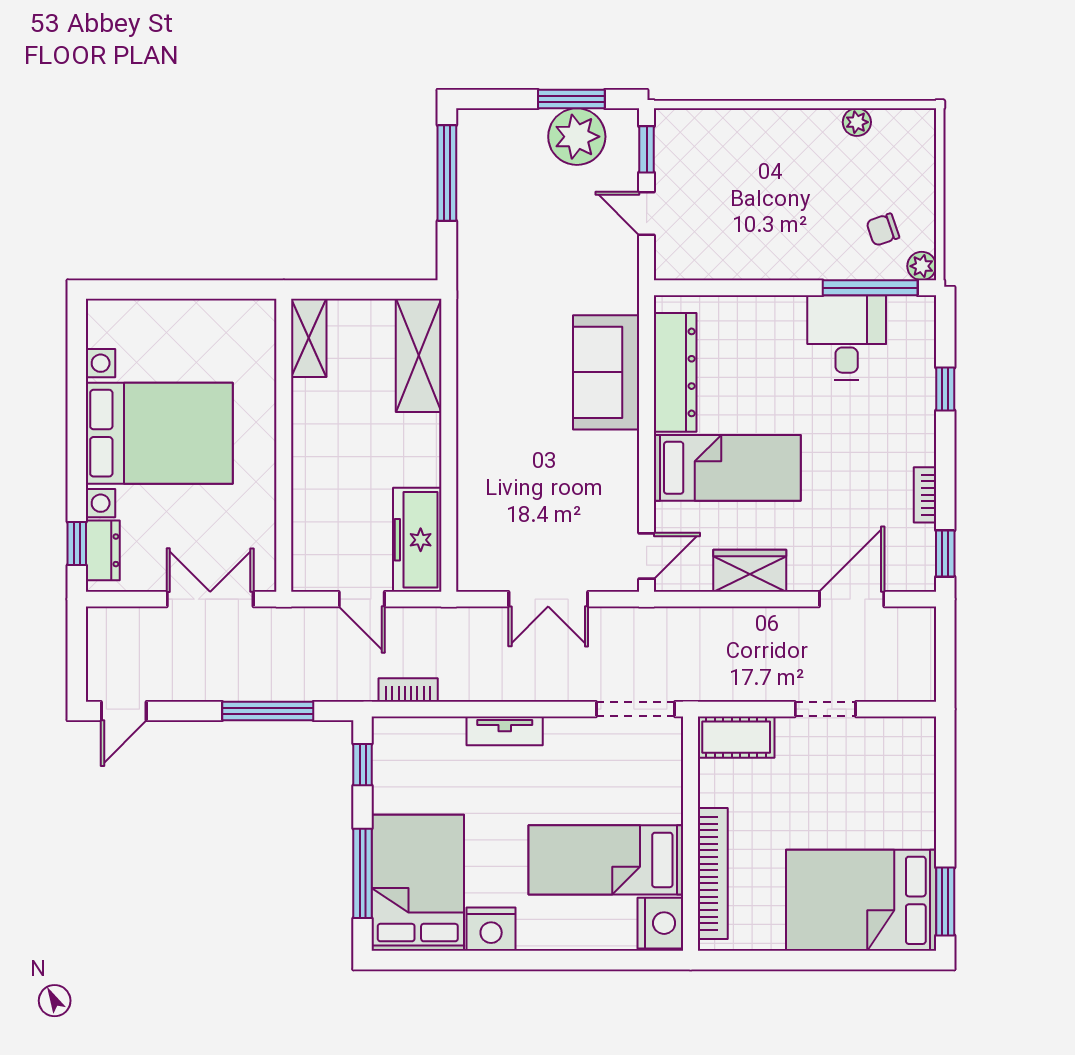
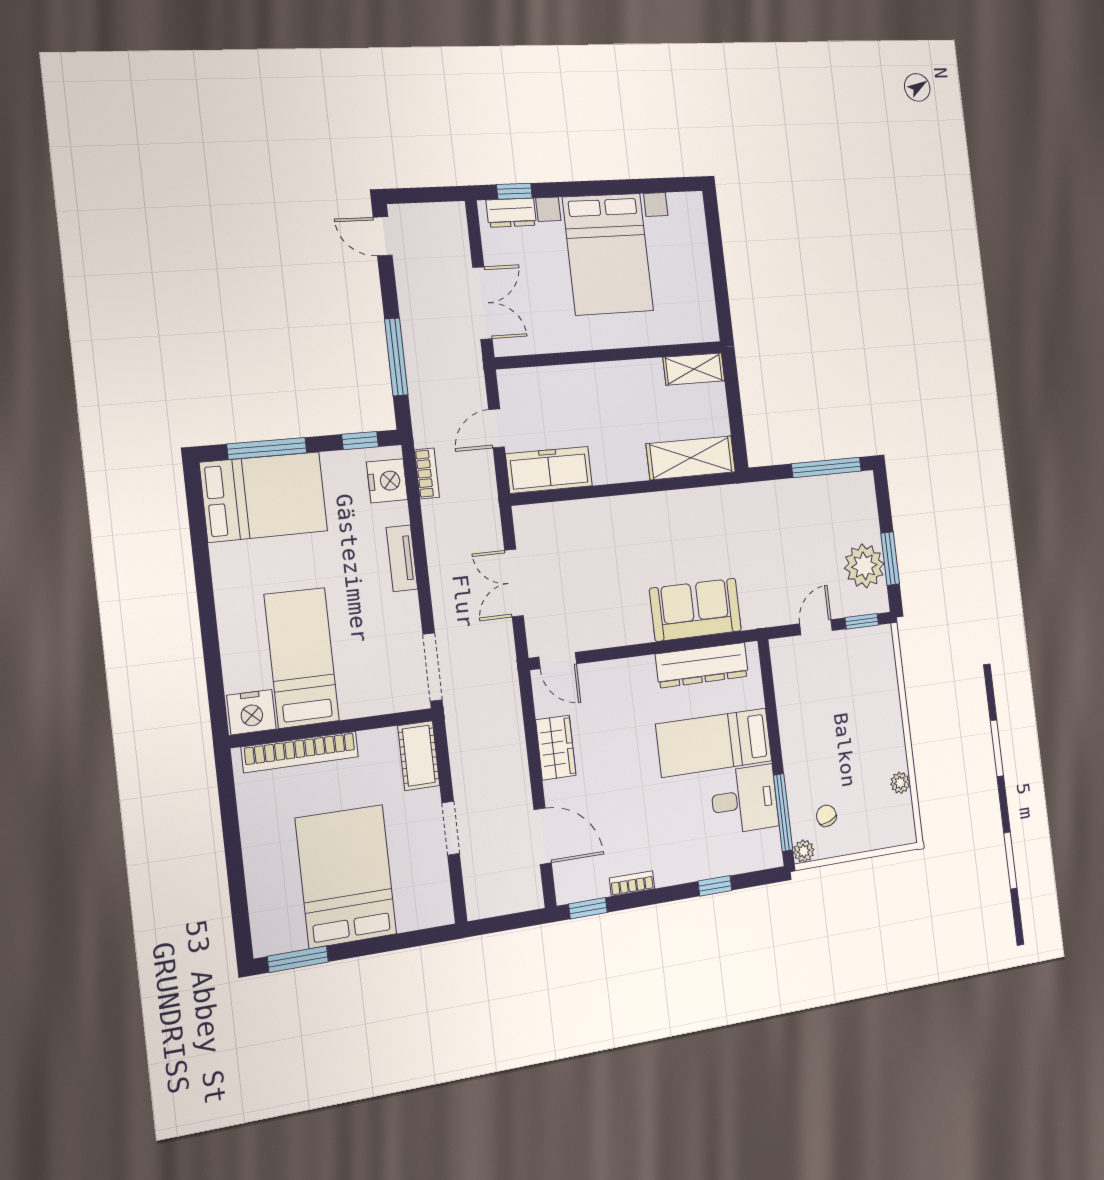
bed: (727, 468) -> (714, 743), moved, turned 90
bed: (861, 900) -> (346, 876), moved
nightstand: (491, 929) -> (387, 481), moved, turned 180

